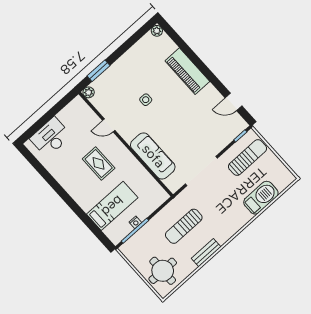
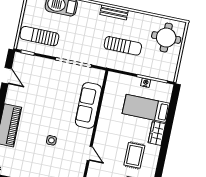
rug: (99, 163) -> (134, 155), moved
wardrobe: (83, 199) -> (157, 133), added
bench: (206, 253) -> (114, 12), moved

